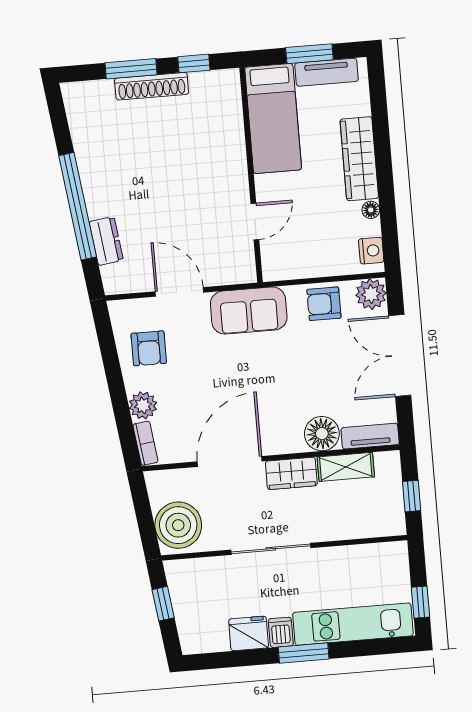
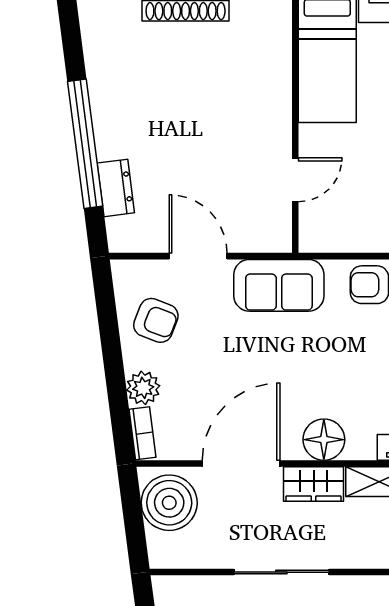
armchair: (149, 348) -> (156, 320), turned -69
floor lamp: (322, 434) -> (324, 440), moved
boiler: (178, 525) -> (169, 503), moved

